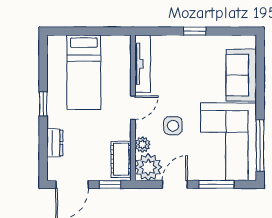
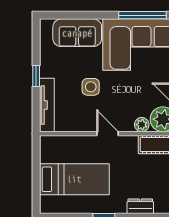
tv unit: (143, 64) -> (47, 105), moved, turned 90
side table: (173, 126) -> (91, 87), moved

